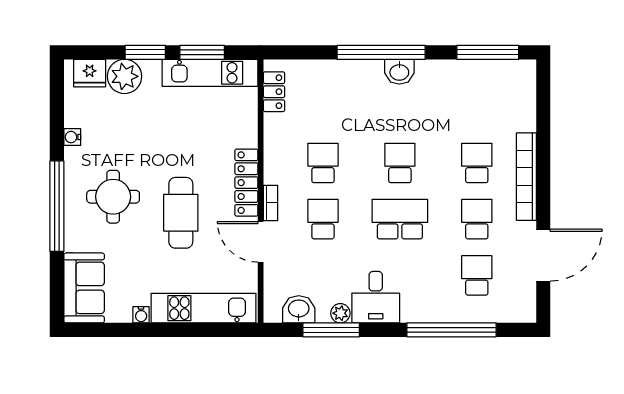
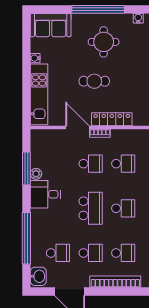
cafe table: (181, 213) -> (94, 81), width x0.73, depth x0.74
door: (261, 242) -> (77, 128), hinge flipped
washbasin: (299, 309) -> (38, 276), moved

